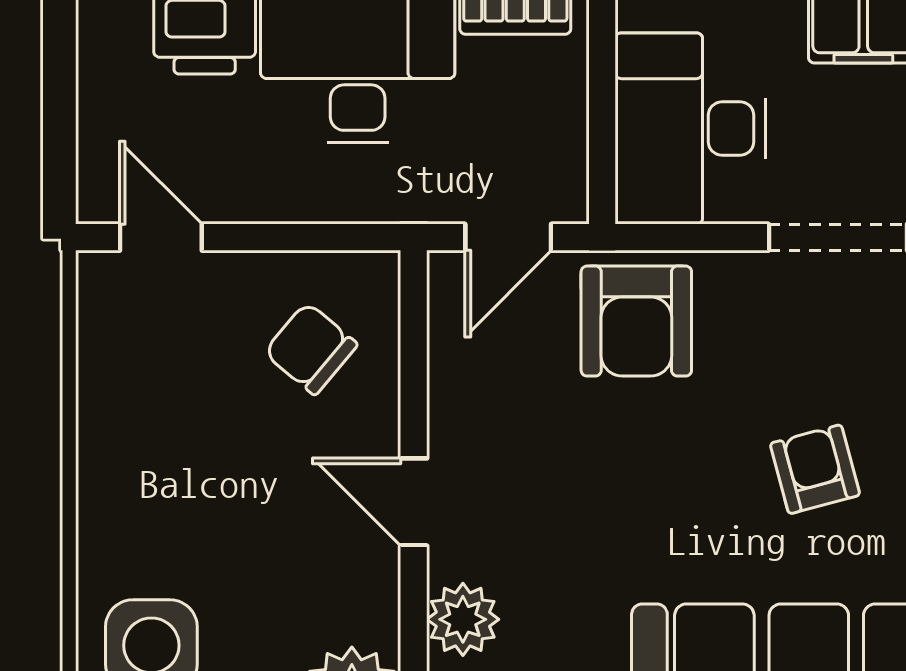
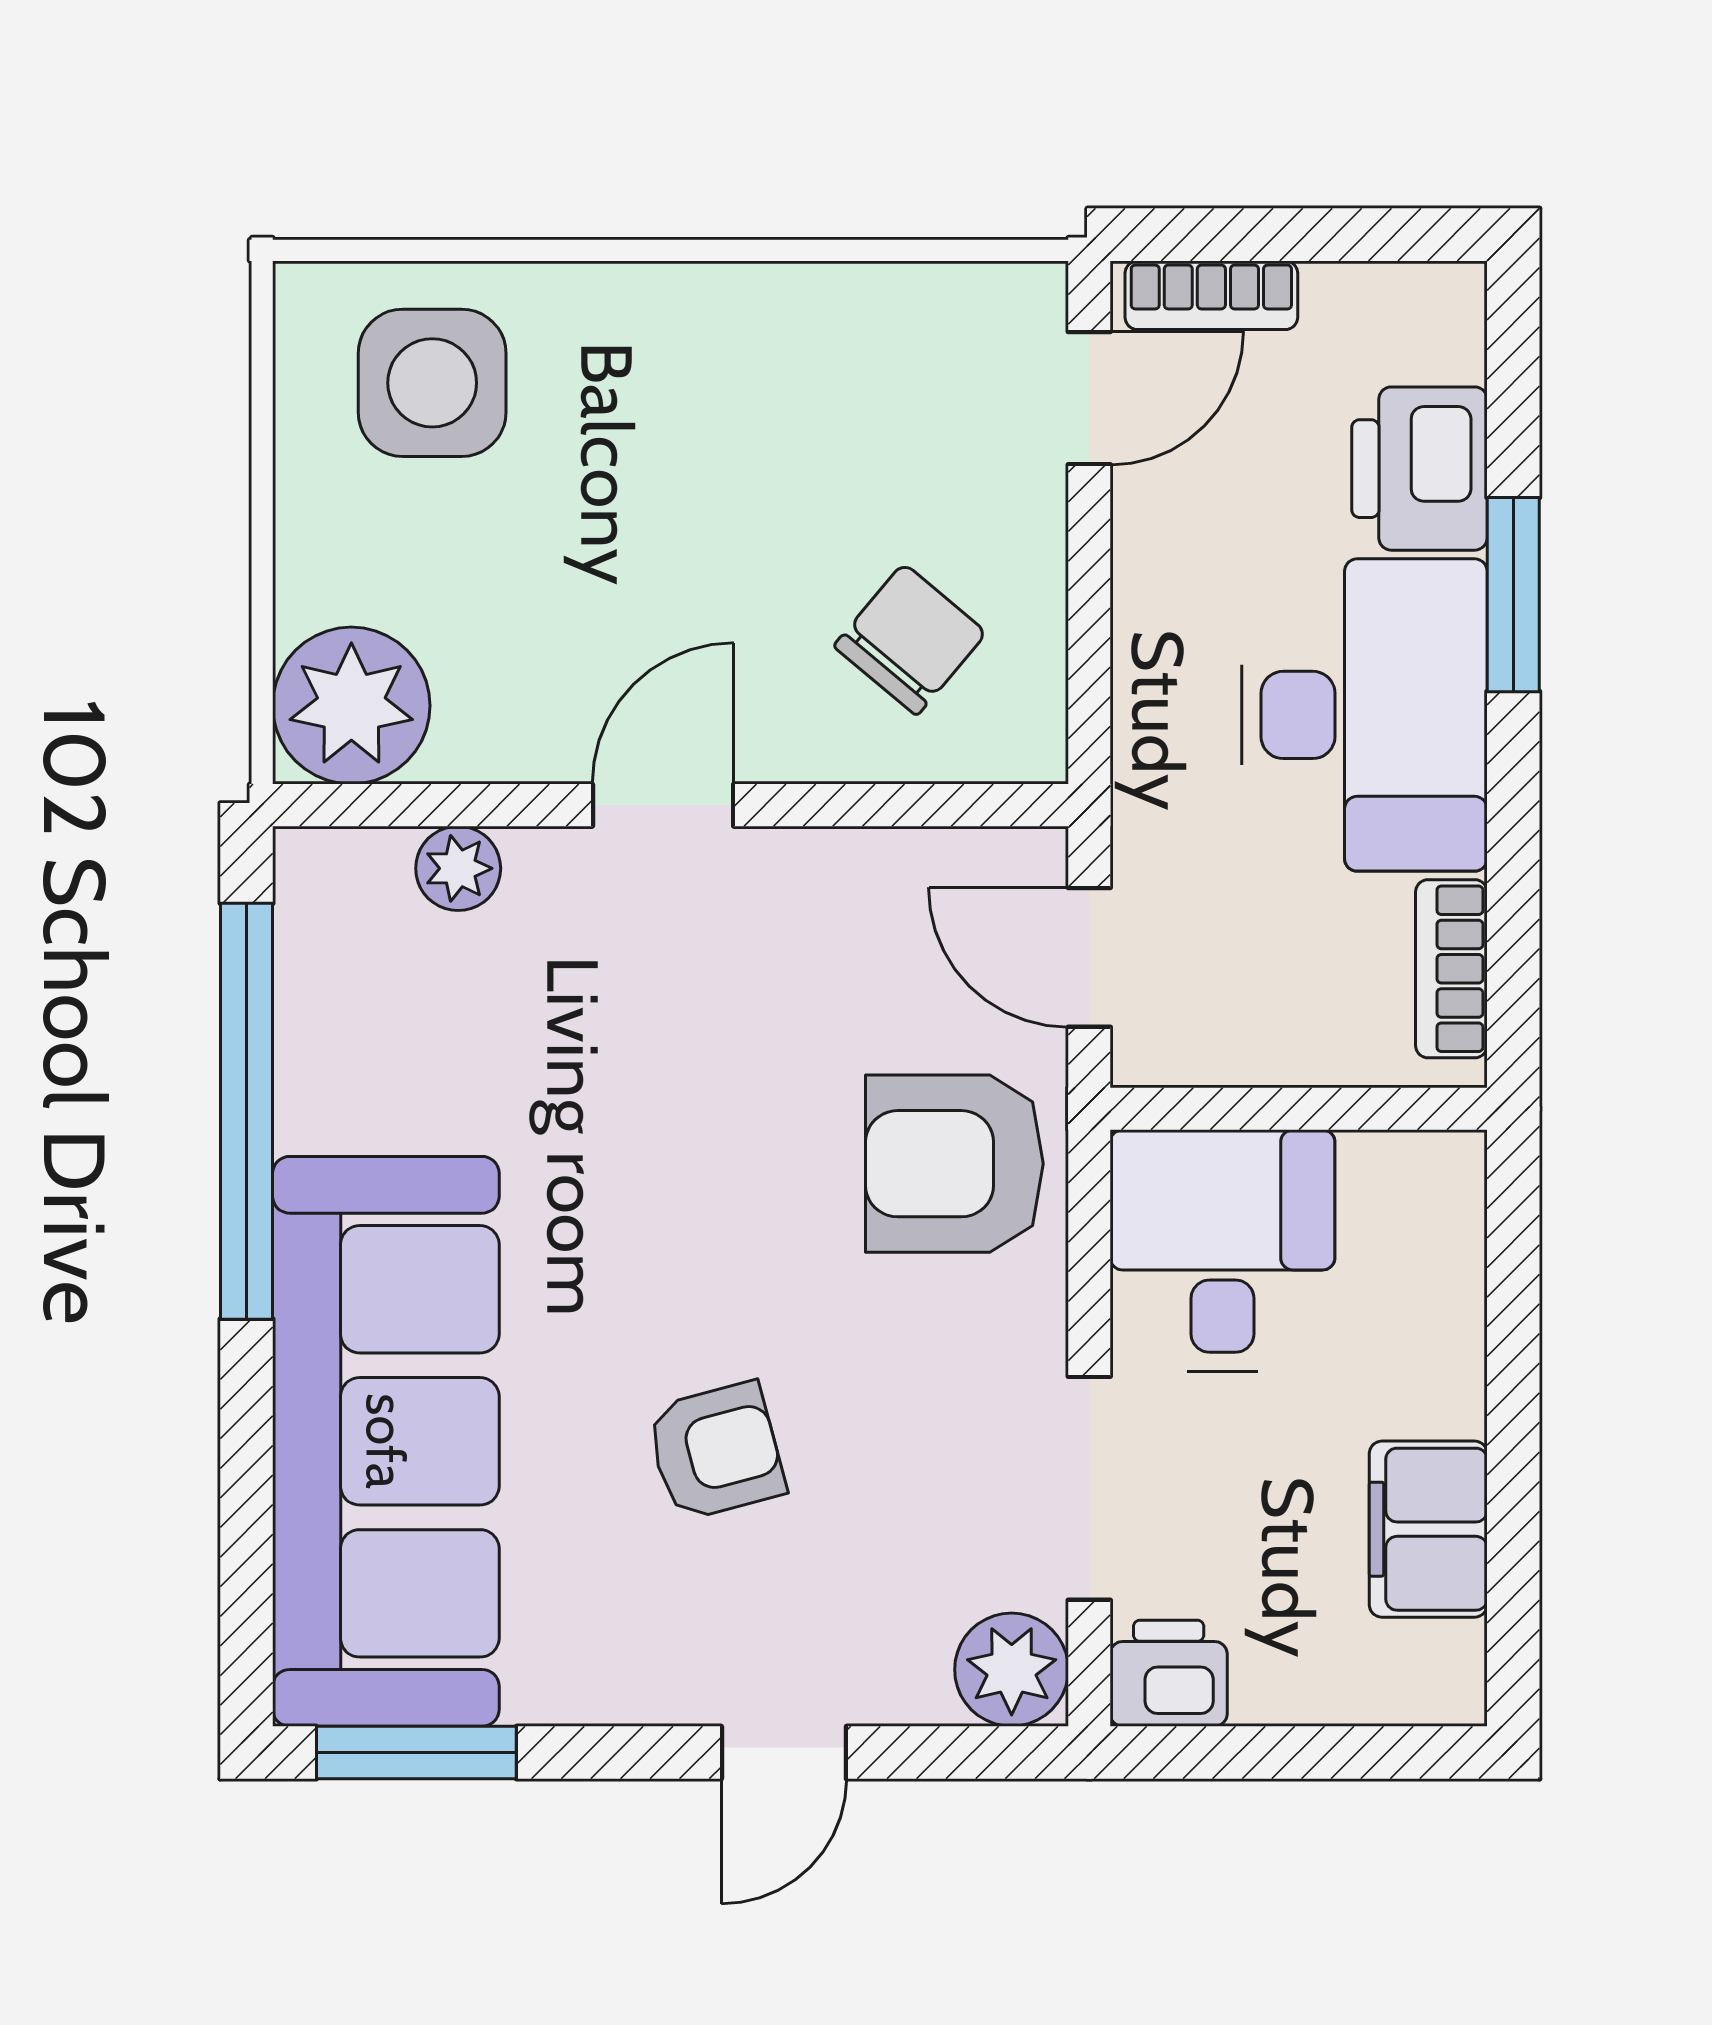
desk: (690, 129) -> (1222, 1251), width x0.73
bookcase: (97, 161) -> (1211, 295), added
plant: (463, 619) -> (458, 868), width x0.73, depth x0.73

